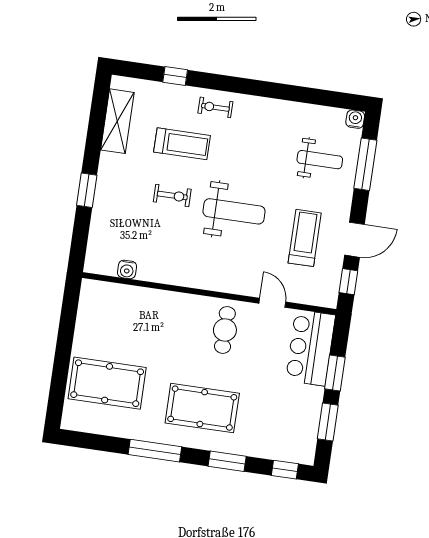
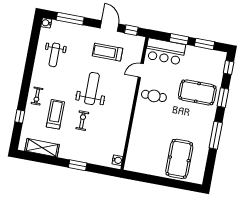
weight bench: (320, 160) -> (54, 55), moved, turned 180
water cooler: (127, 270) -> (117, 160), moved
pool table: (202, 408) -> (197, 92), moved, turned 90

